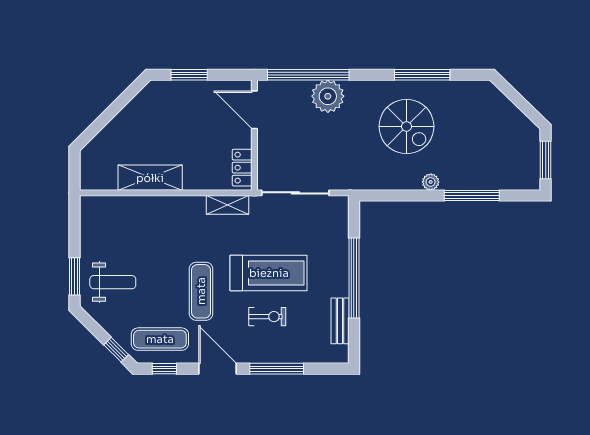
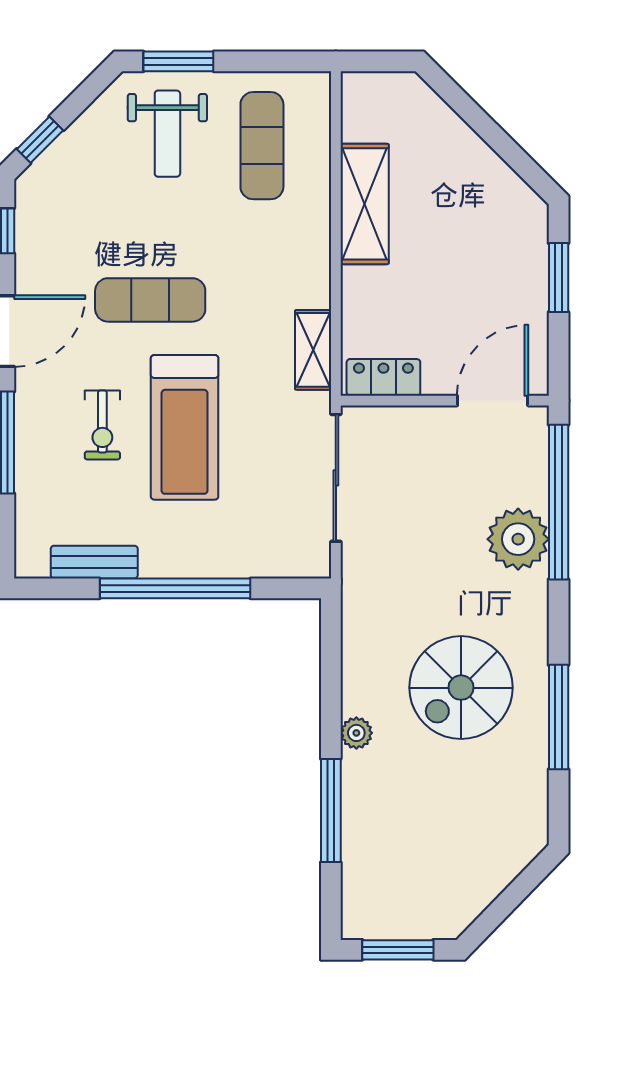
exercise mat: (160, 339) -> (262, 146), moved

